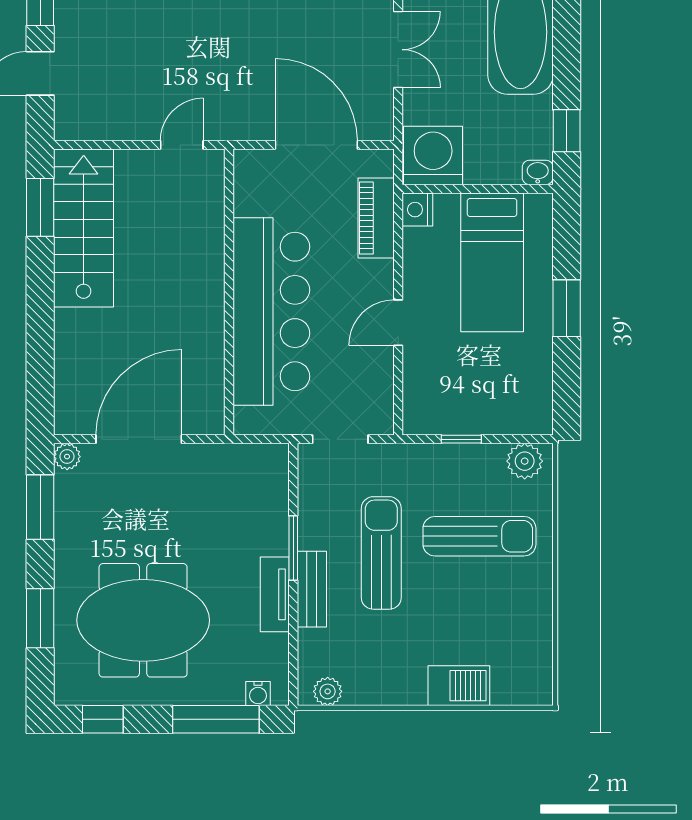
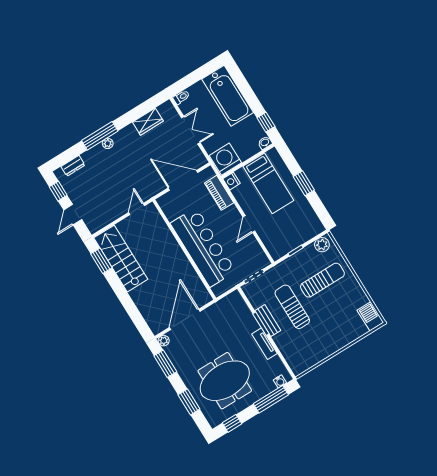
bench: (312, 589) -> (268, 321), moved
barbecue: (459, 686) -> (370, 316), moved, turned -90
plant: (328, 691) -> (303, 366), removed

